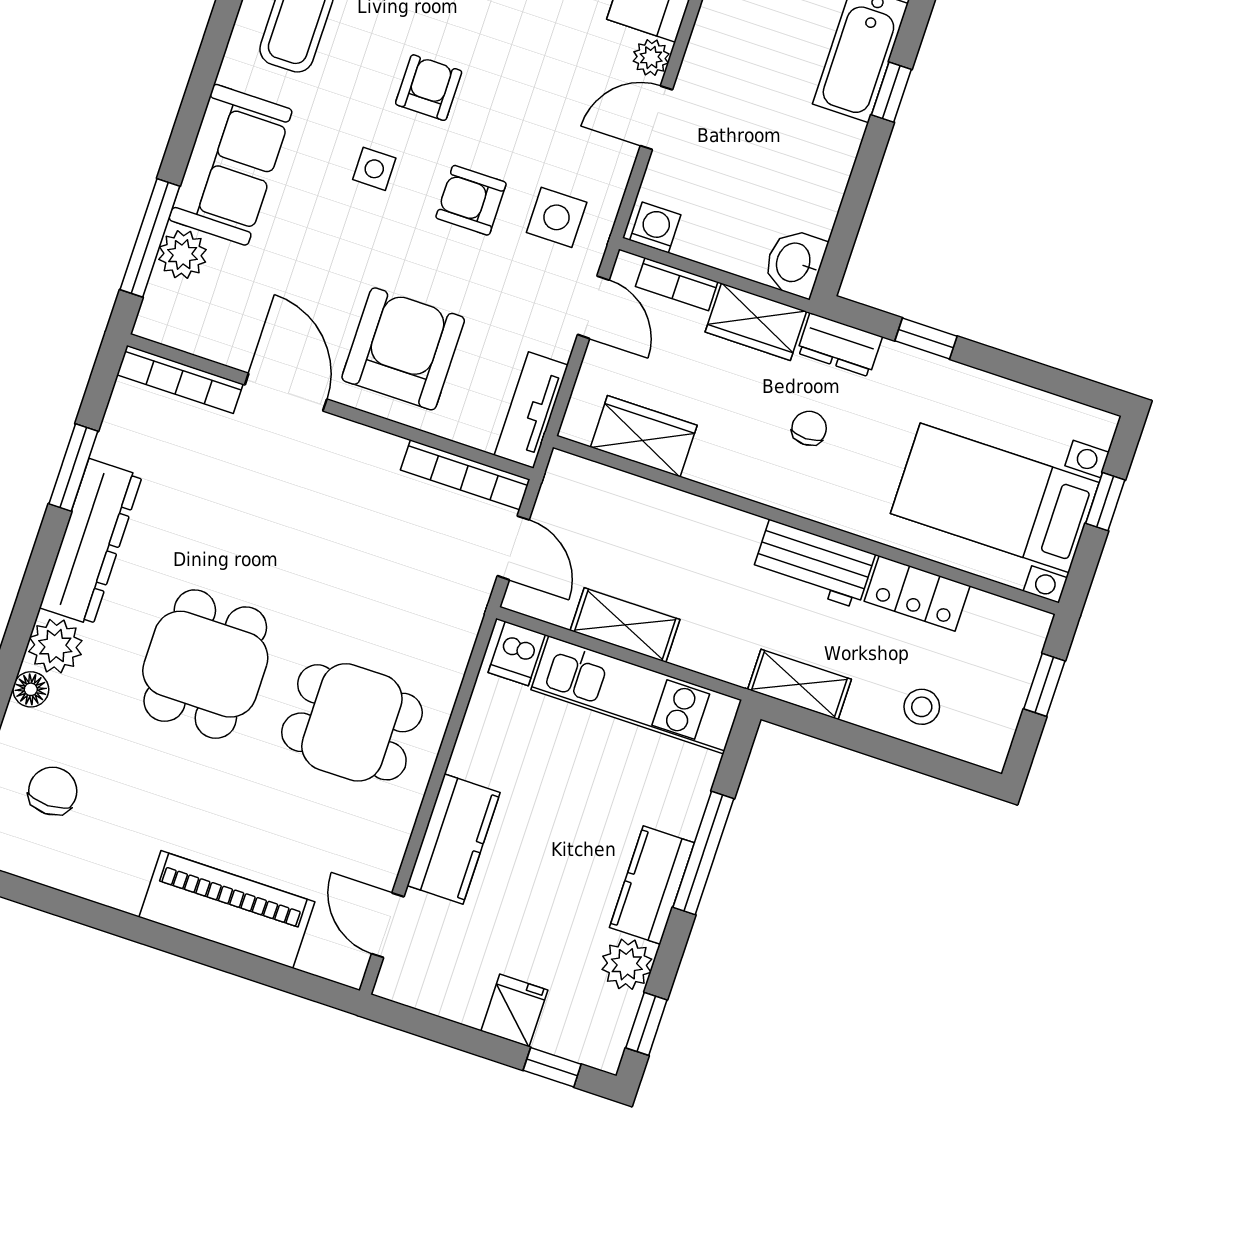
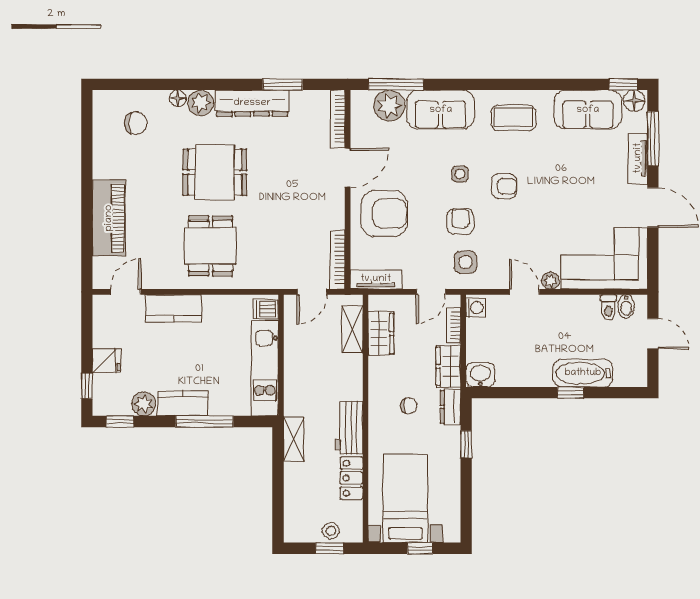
plant: (183, 255) -> (389, 106), width x1.36, depth x1.36
shelving: (625, 625) -> (352, 329), moved
stool: (922, 707) -> (331, 531), moved

